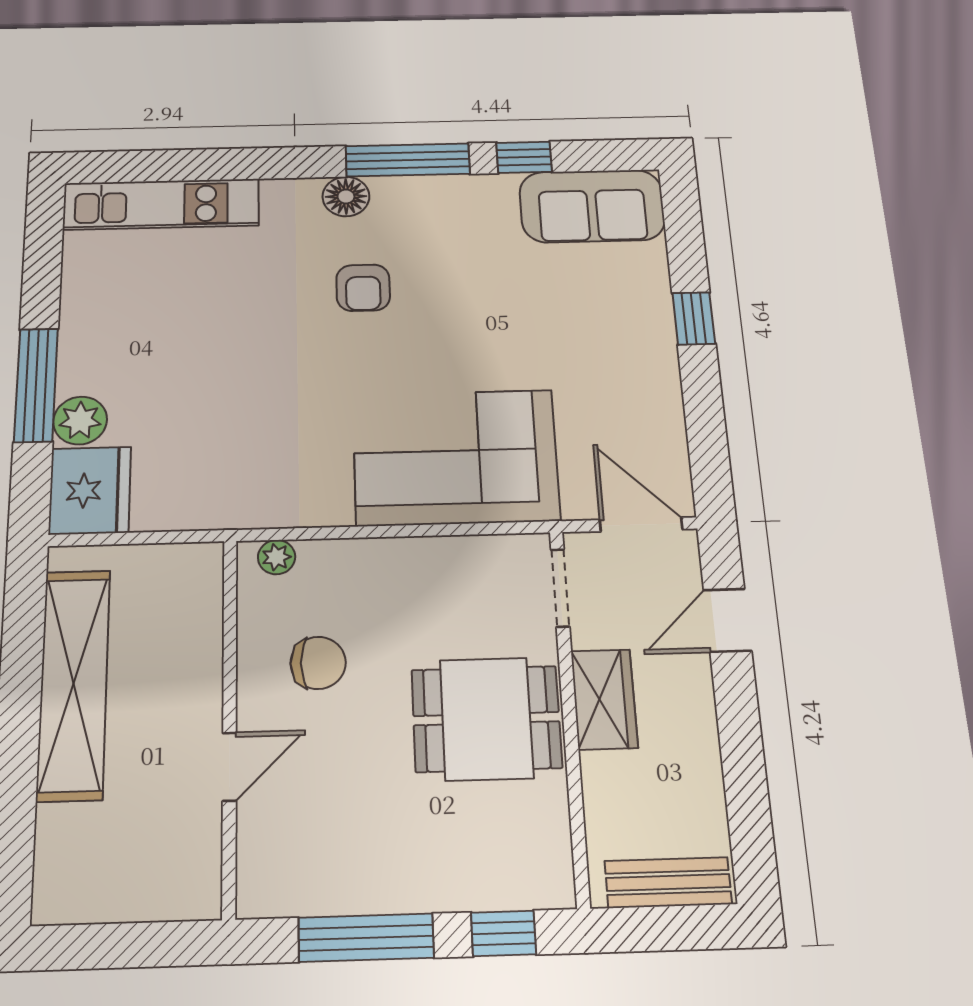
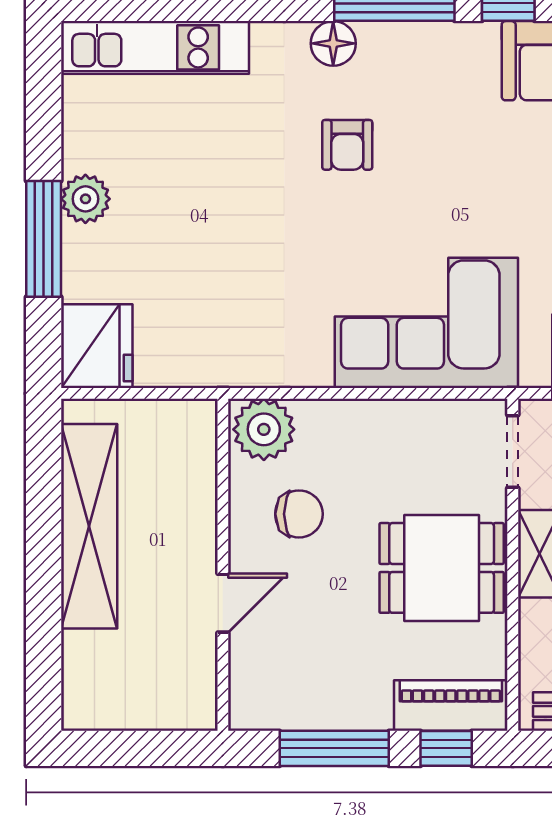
plant: (80, 421) -> (85, 199), moved
plant: (277, 557) -> (264, 429), width x1.88, depth x1.88
piano: (506, 880) -> (451, 705), added

